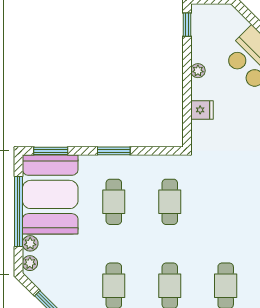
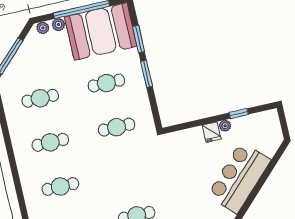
window: (187, 25) -> (239, 113), moved
fridge: (202, 110) -> (212, 132), moved
window: (51, 151) -> (139, 39), moved

